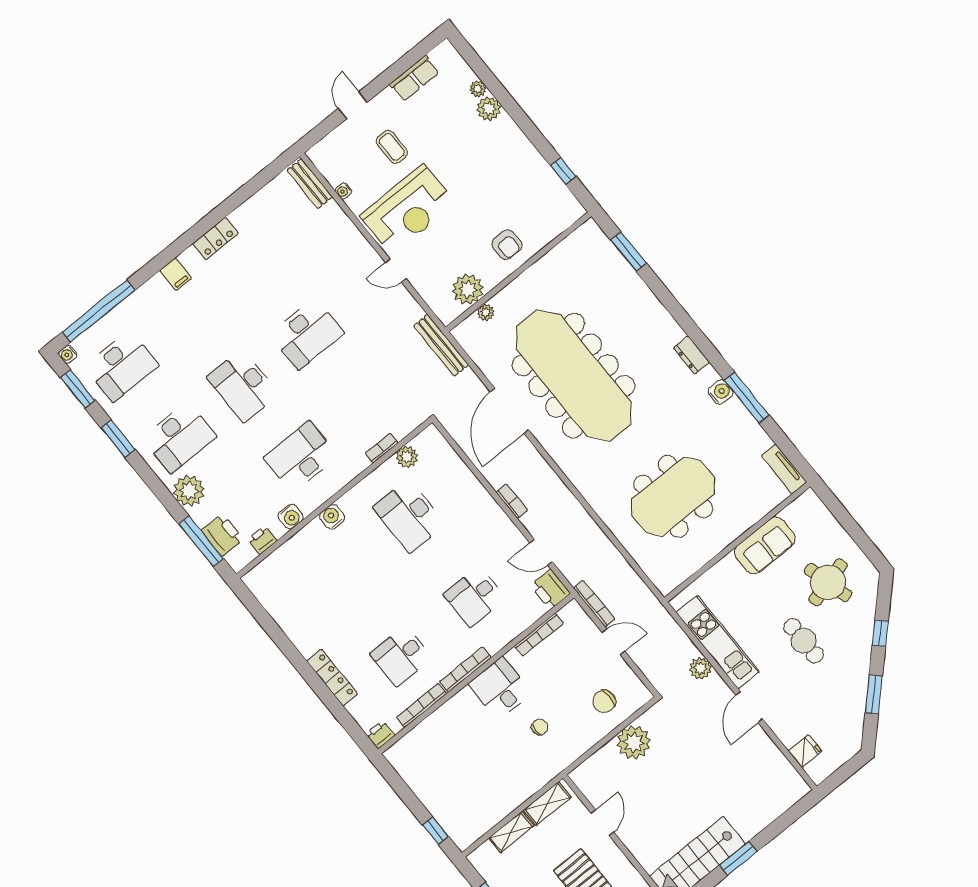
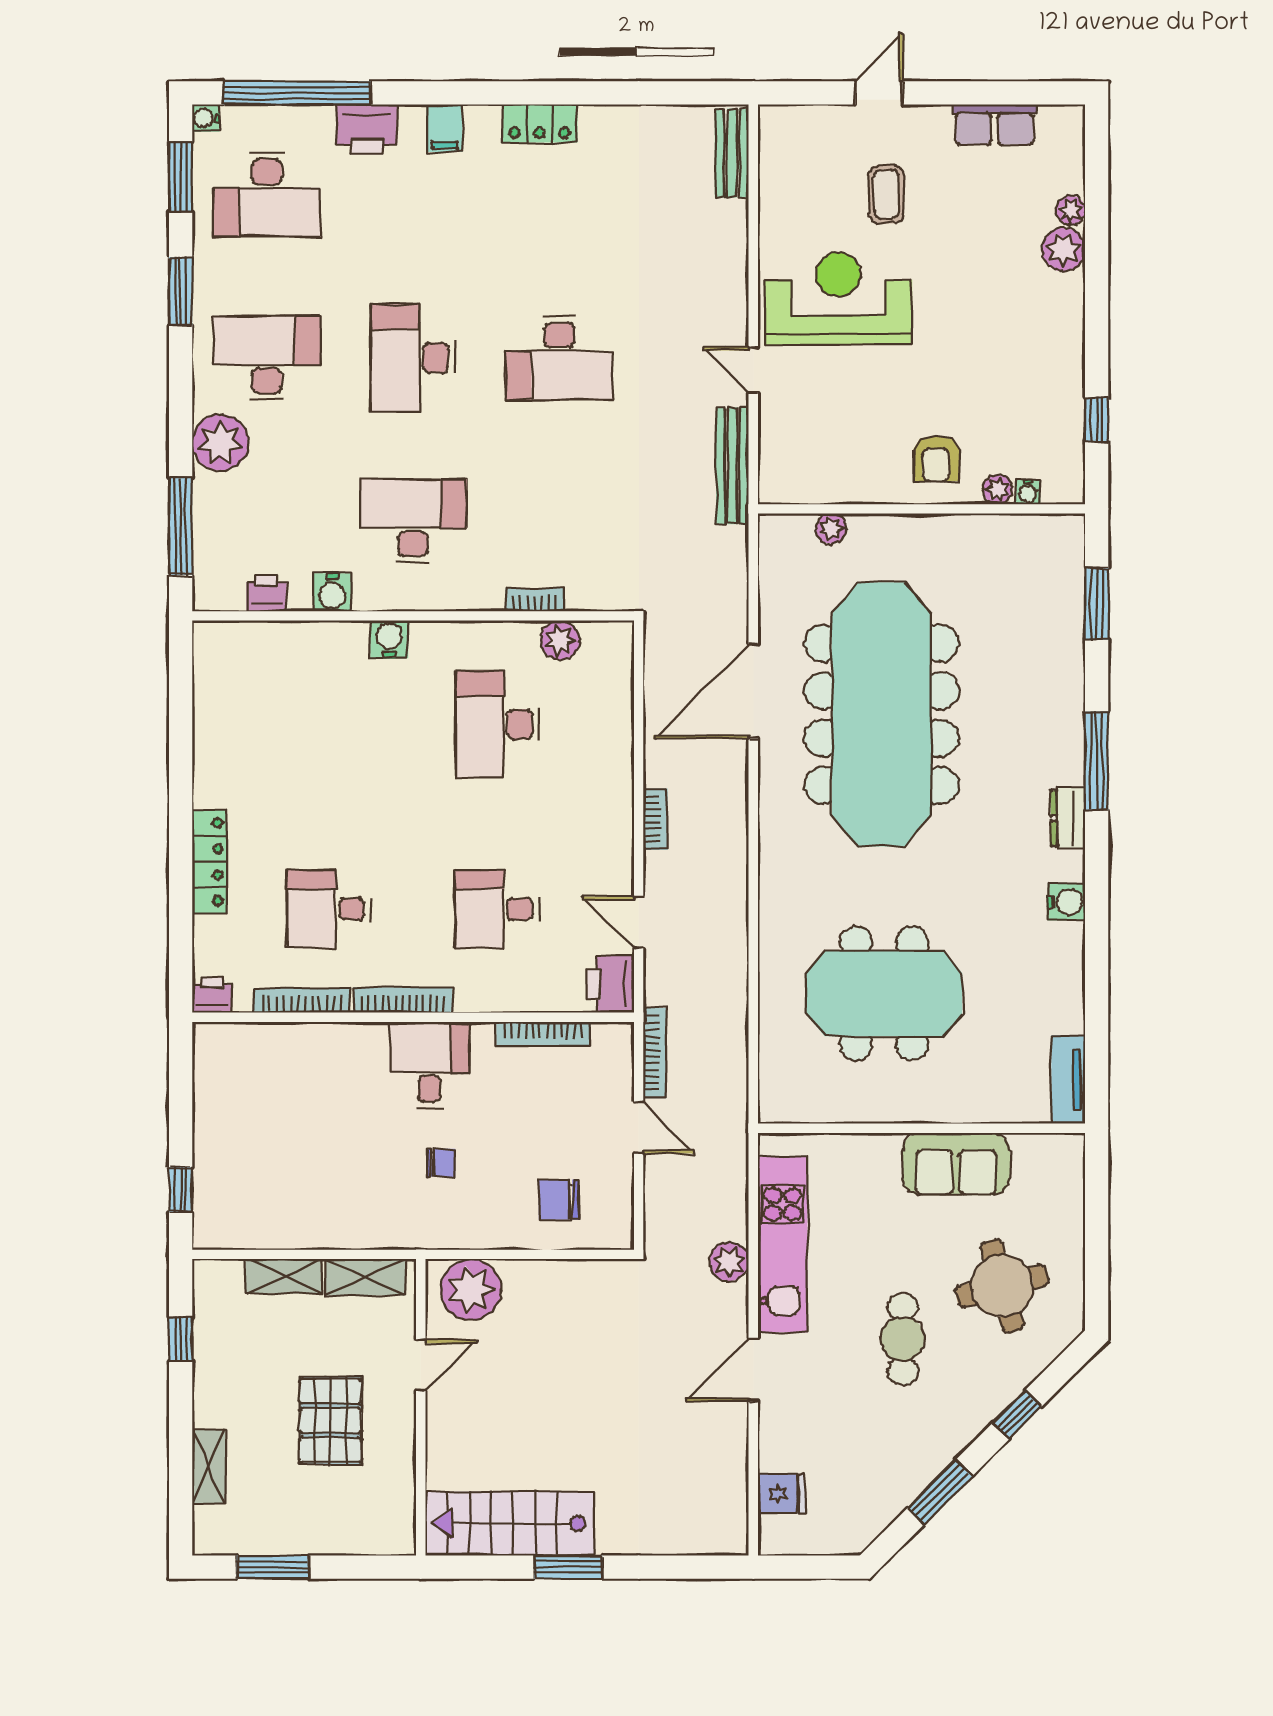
water cooler: (343, 191) -> (1028, 492), moved, turned -90
reception desk: (408, 209) -> (838, 298), turned 180
plant: (468, 289) -> (998, 489), moved, width x0.53, depth x0.53
bench: (441, 345) -> (732, 466), moved
window: (747, 398) -> (1097, 761), moved
desk: (179, 437) -> (267, 358), turned 180
printer: (222, 535) -> (367, 129), moved, turned 90
plant: (634, 742) -> (471, 1289), moved

